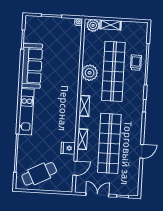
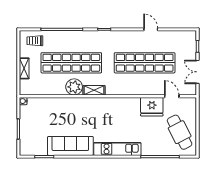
plant: (93, 25) -> (26, 86), removed
trolley: (136, 63) -> (35, 41), moved
shelving: (84, 106) -> (94, 90), moved
shelving: (82, 139) -> (142, 90), removed
fridge: (68, 148) -> (152, 107), width x1.88, depth x1.34

